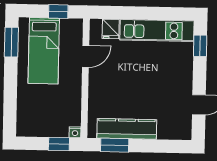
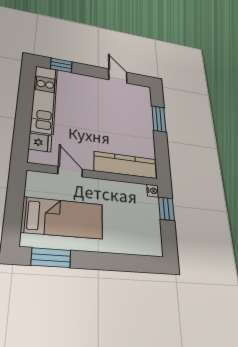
window: (58, 11) -> (15, 197), removed
kitchen counter: (127, 129) -> (125, 165), moved, turned 90
window: (115, 145) -> (159, 119), moved

